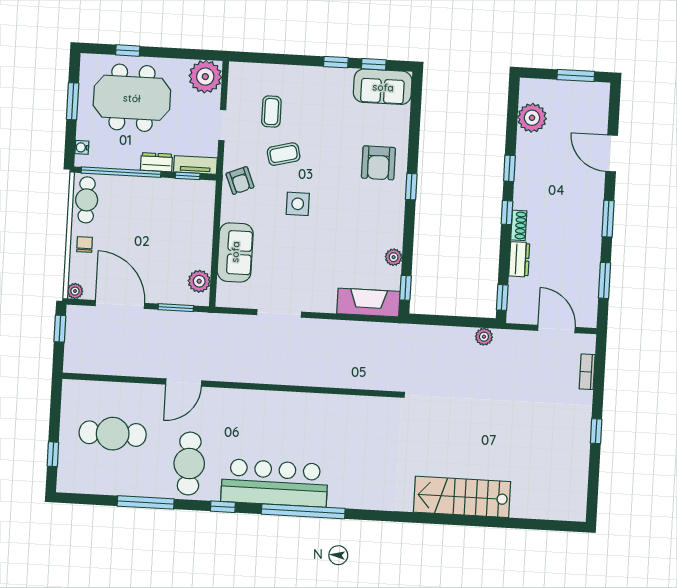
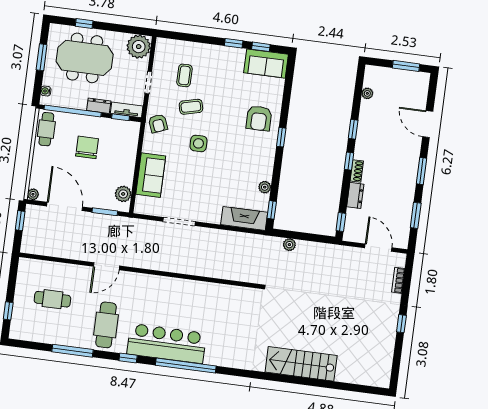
plant: (532, 118) -> (367, 93), width x0.53, depth x0.53
chair: (85, 245) -> (87, 147), moved, width x1.87, depth x1.87
plant: (484, 337) -> (289, 245), moved
cafe table: (113, 434) -> (52, 299), width x0.73, depth x0.74

